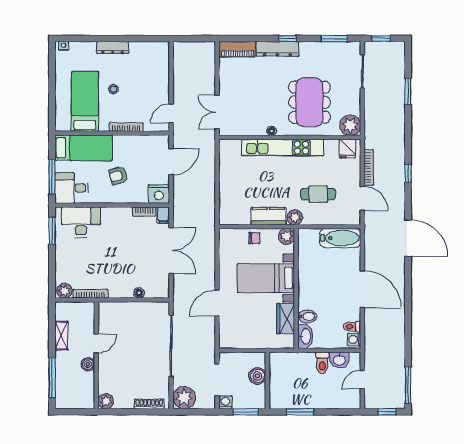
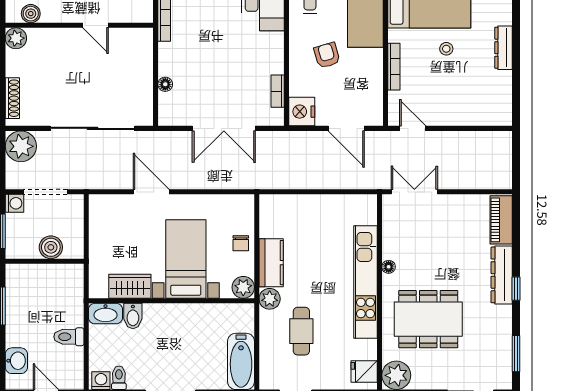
filing cabinet: (163, 215) -> (273, 117), removed
washbasin: (339, 360) -> (16, 361), moved, turned 180
boiler: (88, 364) -> (31, 14), moved

